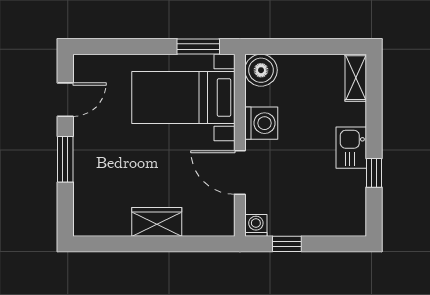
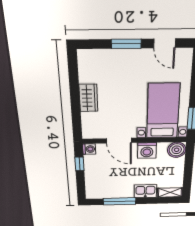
kitchen sink: (351, 148) -> (145, 191), moved
door: (240, 173) -> (119, 141), swing flipped
window: (374, 173) -> (120, 201), width x2.17

